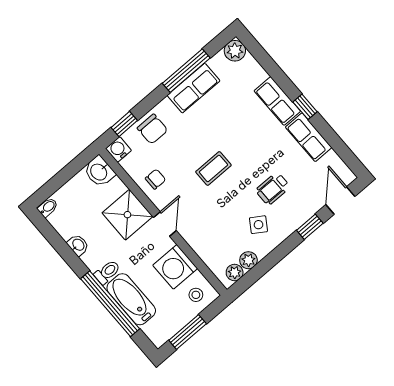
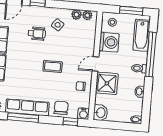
row of seats: (194, 88) -> (27, 107), width x1.48
bathtub: (131, 299) -> (142, 35), moved

